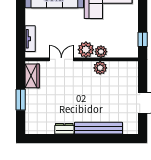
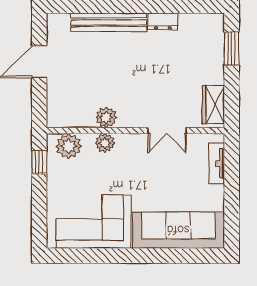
plant: (86, 50) -> (69, 146), moved
window: (21, 100) -> (232, 49), moved

